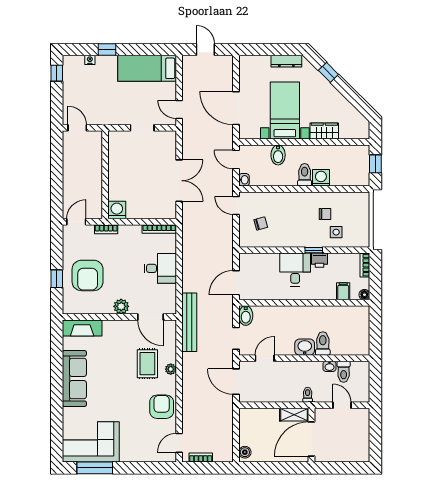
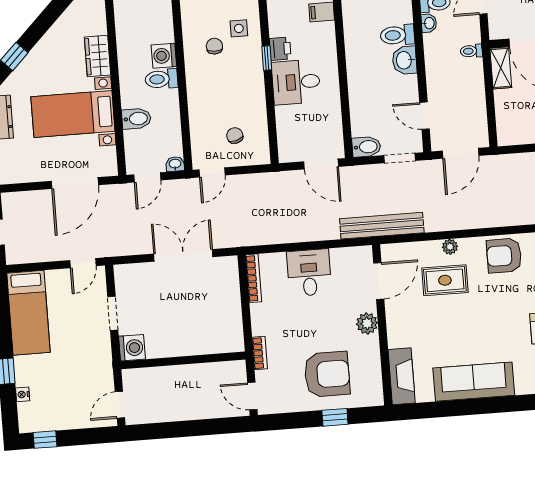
washing machine: (117, 210) -> (132, 348), moved, turned 180

